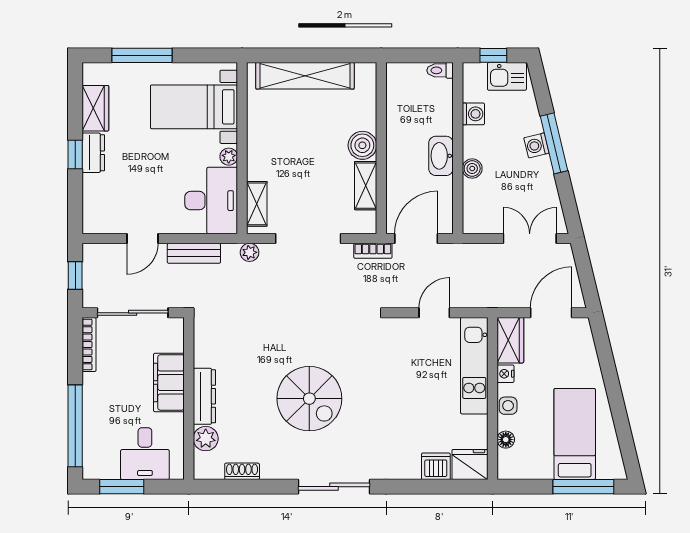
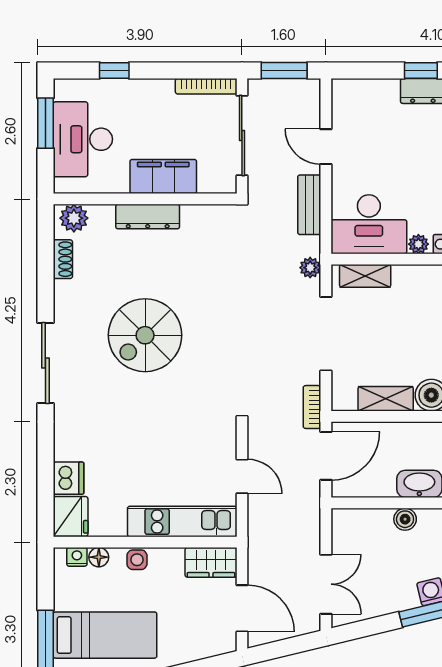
door: (416, 239) -> (326, 456), hinge flipped
window: (75, 275) -> (284, 71), width x1.50
nightstand: (505, 374) -> (77, 557), moved
window: (75, 426) -> (114, 71), width x0.32
plant: (206, 439) -> (74, 218), moved
desk: (145, 454) -> (83, 139), width x1.37

